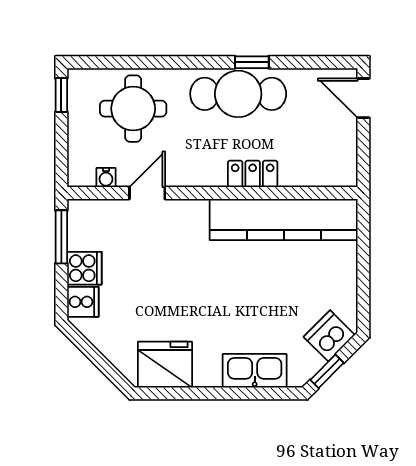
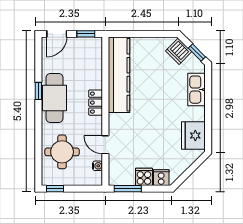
window: (363, 155) -> (86, 34), added
locker: (253, 174) -> (96, 103), moved

